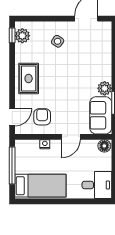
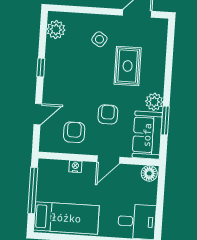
window: (12, 35) -> (41, 67), moved
rug: (29, 78) -> (128, 66), moved
armchair: (68, 101) -> (108, 114), added
door: (12, 117) -> (38, 114), moved

